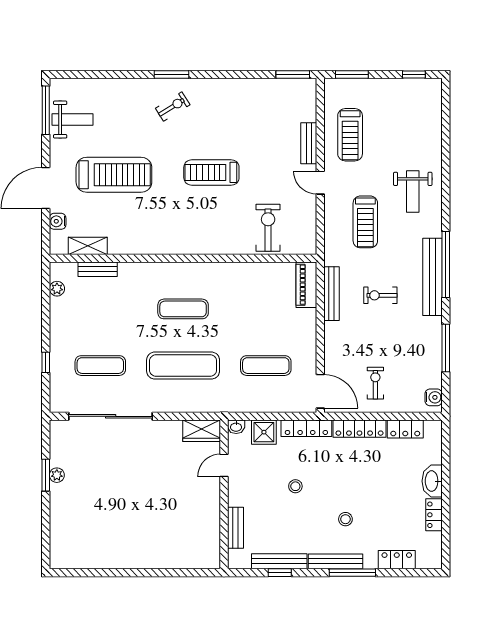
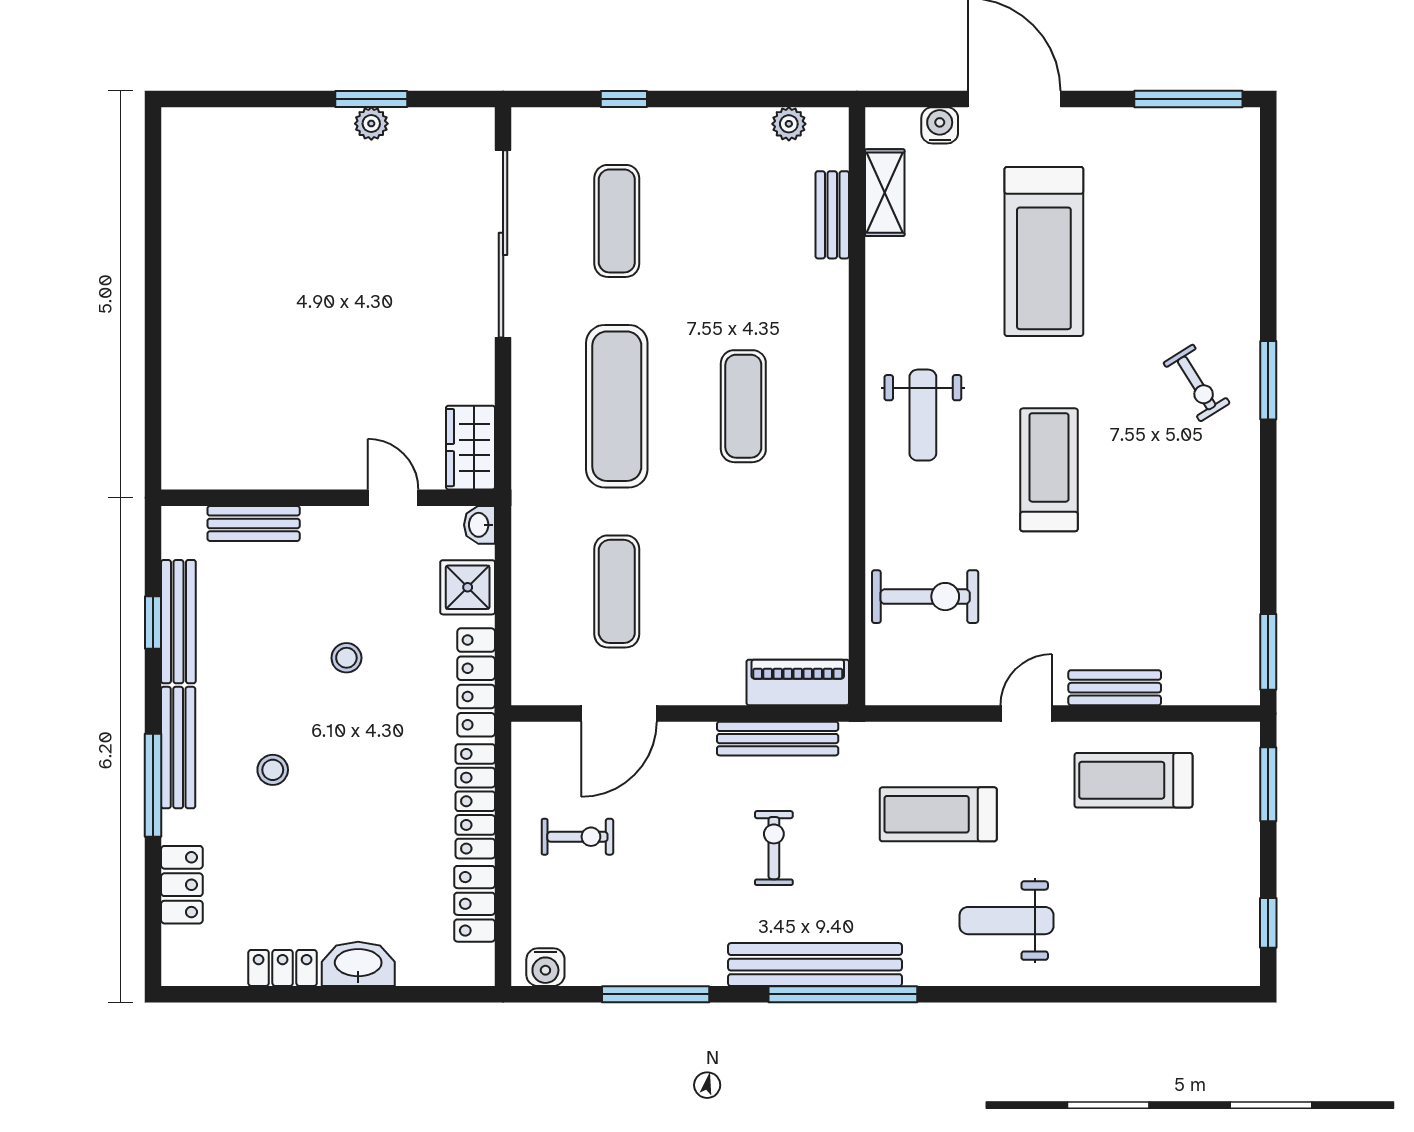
weight bench: (72, 120) -> (923, 415), moved
door: (320, 391) -> (619, 713), moved

